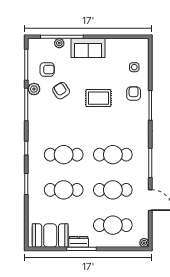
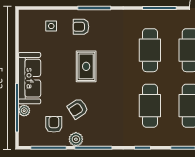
sofa: (88, 48) -> (30, 78), width x1.36

